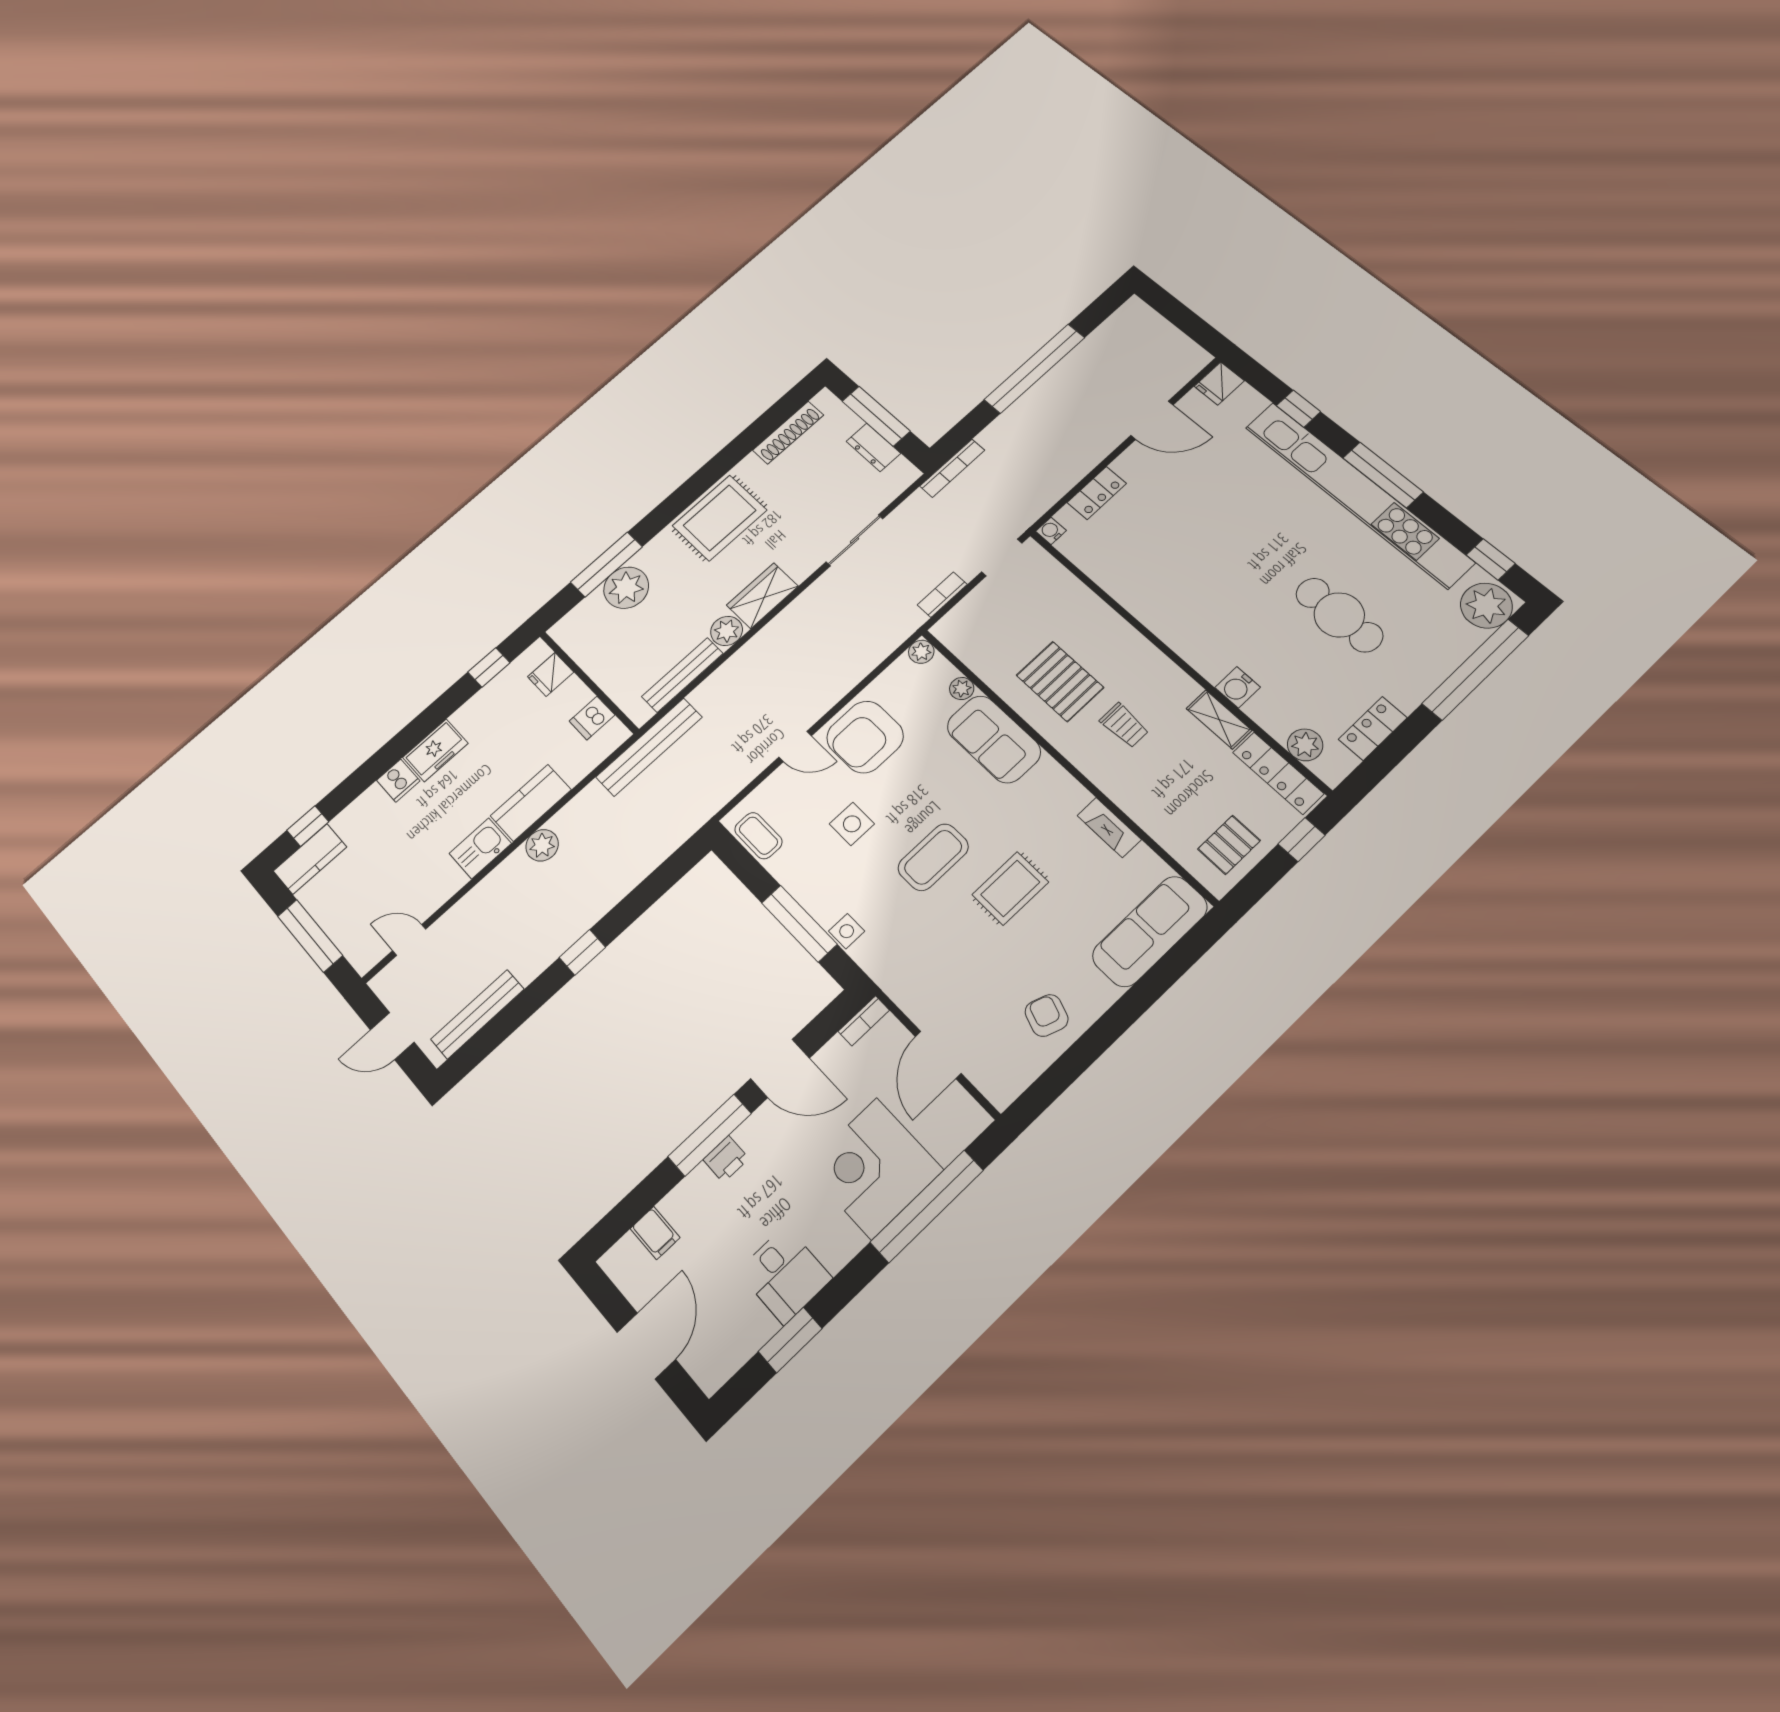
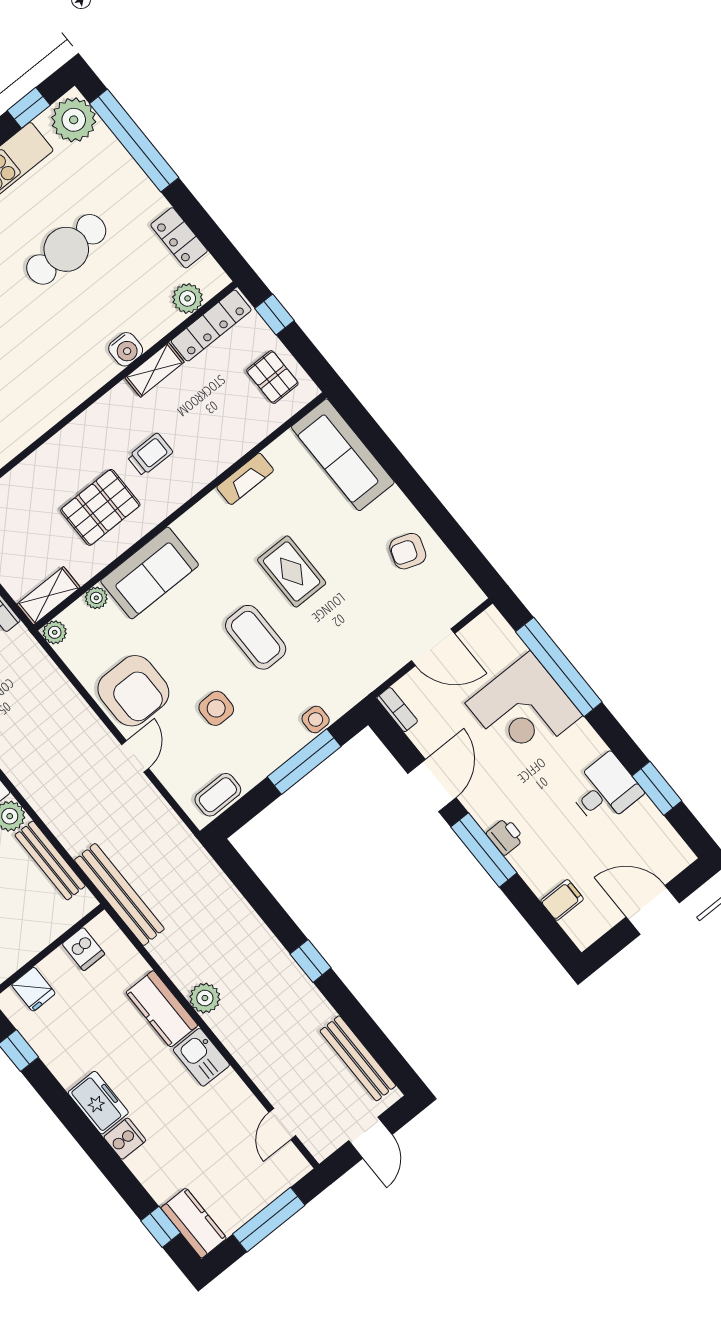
shelving: (960, 641) -> (49, 596), added

